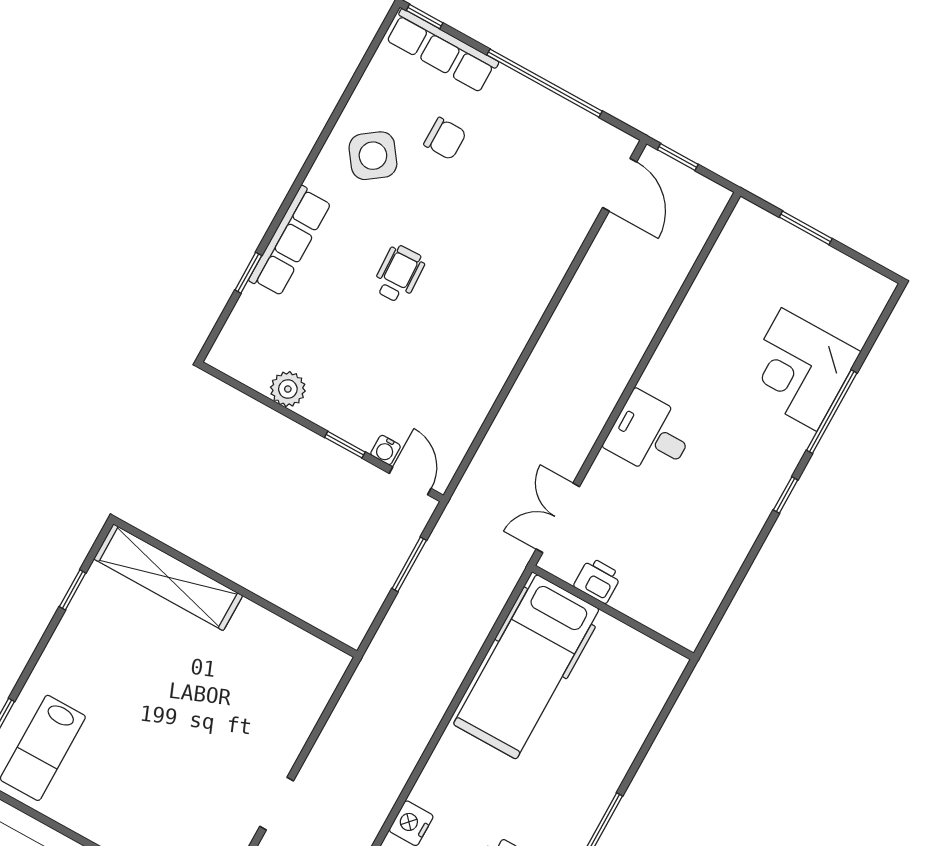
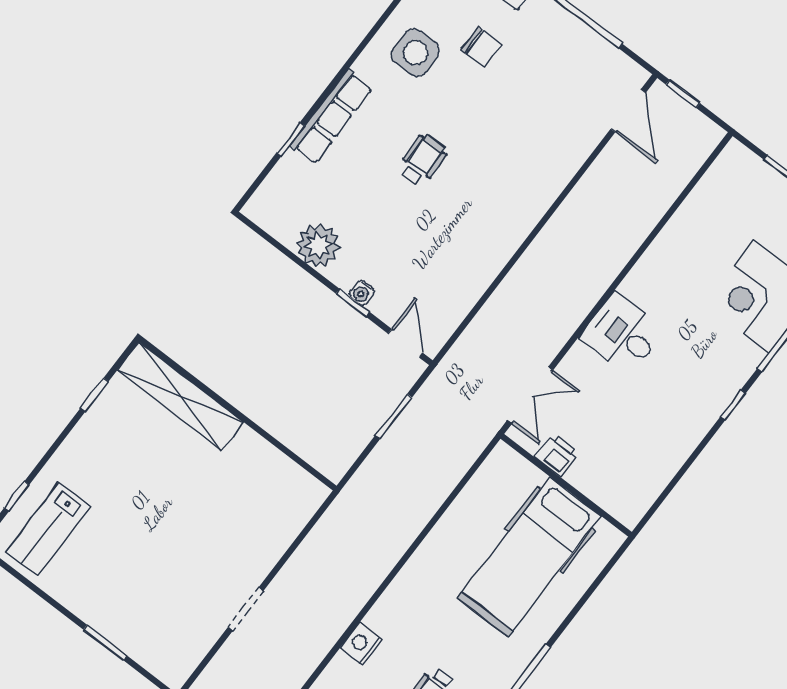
side table: (373, 156) -> (415, 53), turned 36
plant: (288, 389) -> (318, 245), width x1.36, depth x1.36
water cooler: (386, 450) -> (362, 293), moved
double door: (558, 518) -> (530, 395), swing flipped
hospital bed: (526, 667) -> (529, 557), moved

